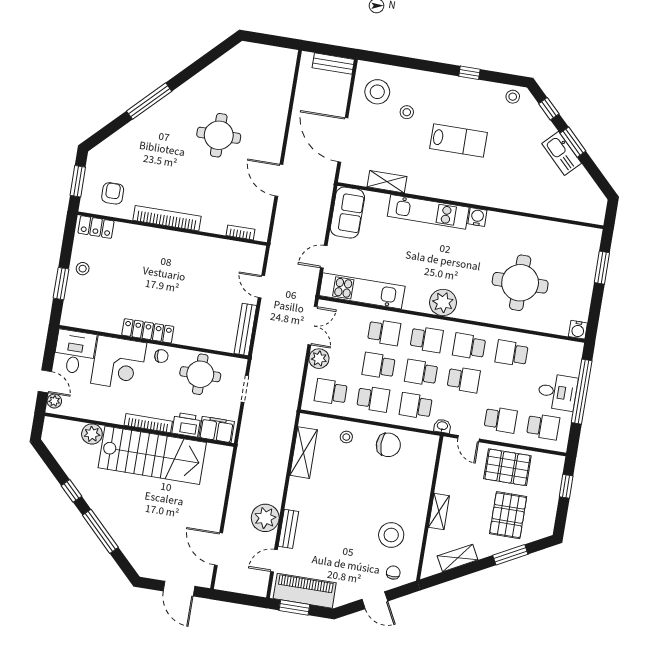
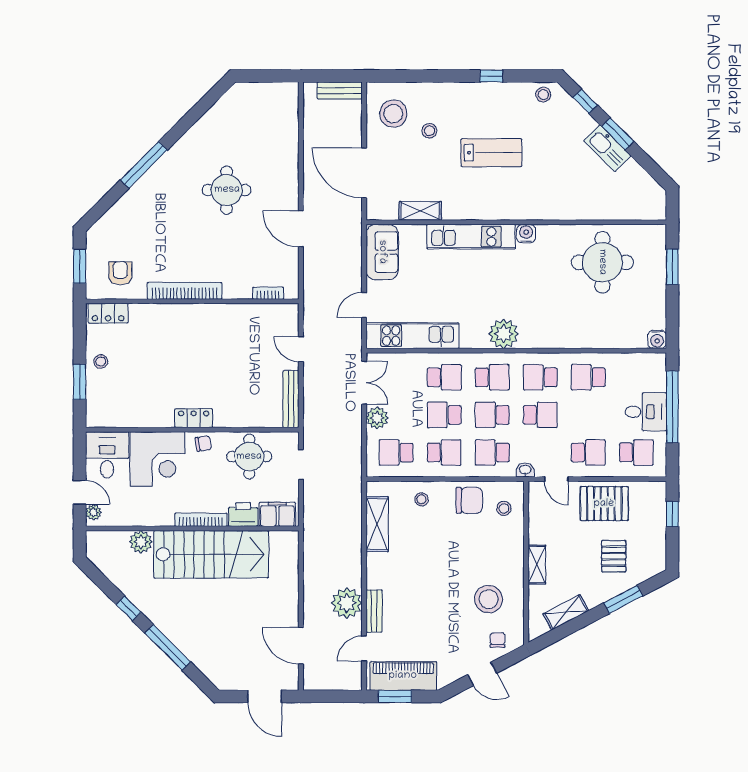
round table: (520, 283) -> (602, 262), moved
locker: (148, 331) -> (194, 418), width x0.66
stool: (418, 457) -> (504, 508), added
pallet: (508, 515) -> (614, 556), width x0.67, depth x0.71

